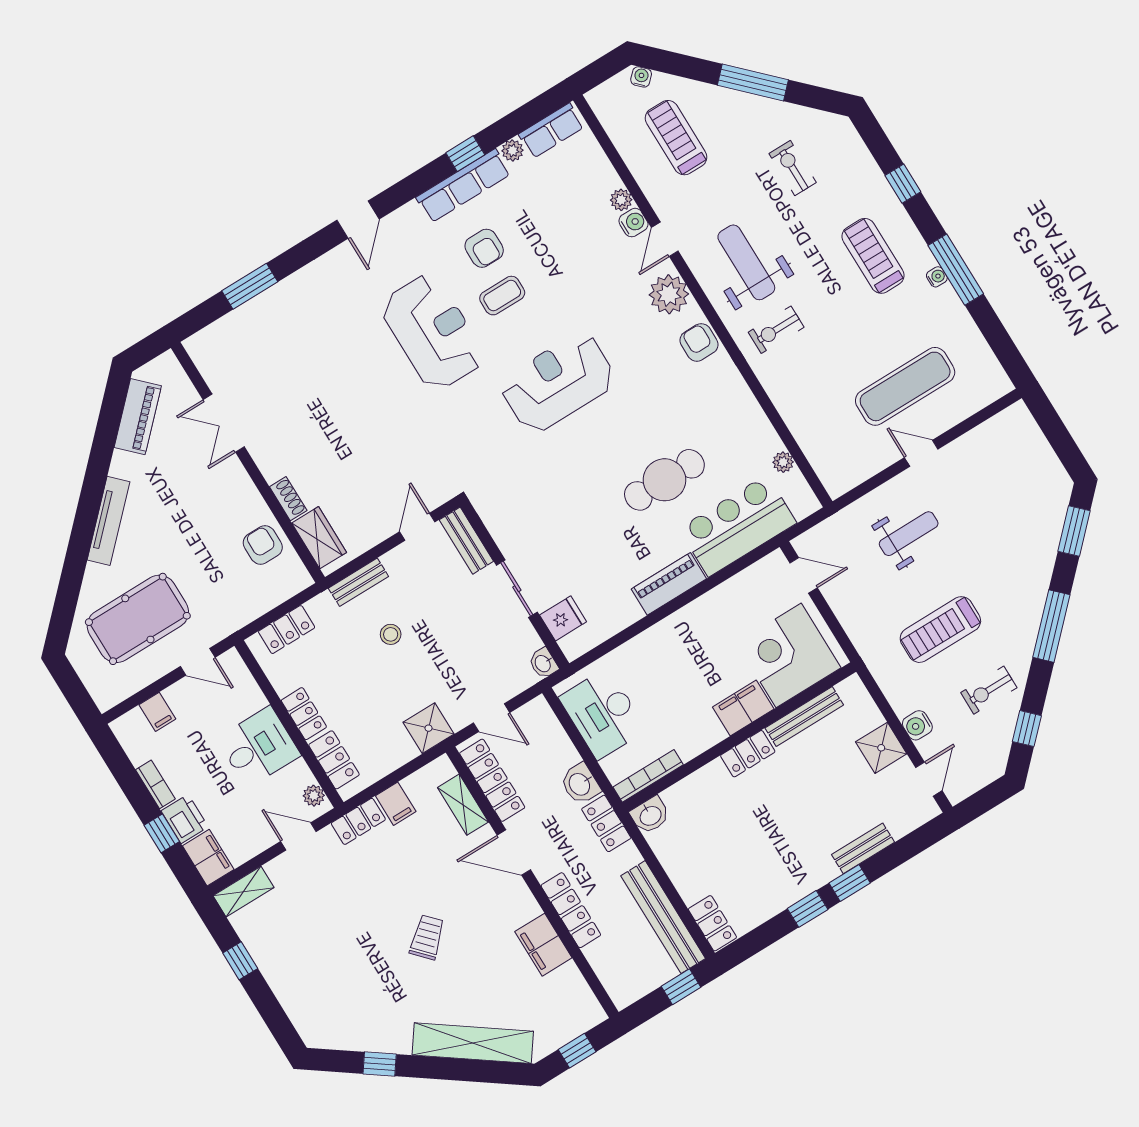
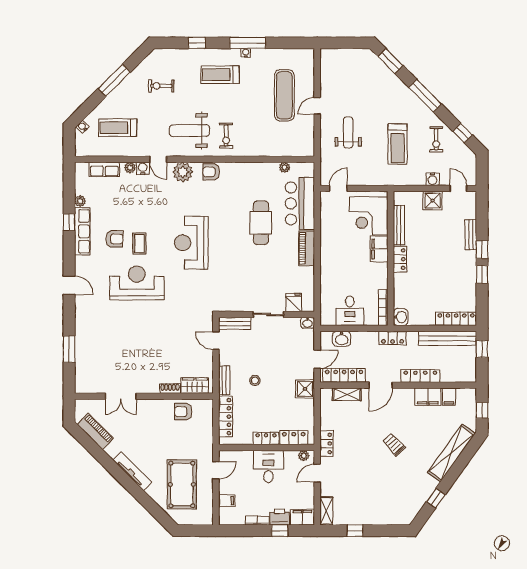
row of seats: (551, 131) -> (104, 169), moved, turned 90
locker: (287, 630) -> (226, 417), width x1.53
desk: (603, 714) -> (350, 311), width x0.73
washbasin: (580, 784) -> (342, 339), moved
filing cabinet: (396, 804) -> (449, 397), moved, turned 90
locker: (712, 923) -> (456, 319), width x1.53

